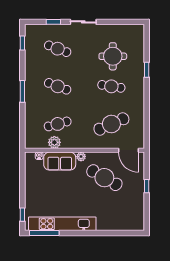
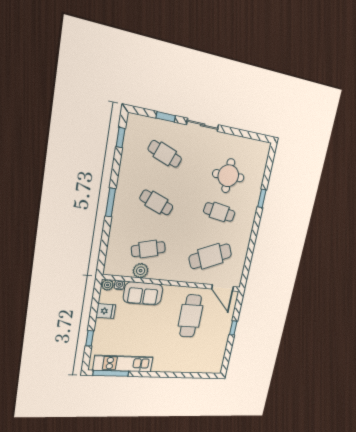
plant: (81, 157) -> (108, 285), moved
fridge: (32, 178) -> (106, 311), added
cafe table: (104, 178) -> (191, 316), turned 60
window: (22, 215) -> (90, 338), moved
kitchen unit: (62, 224) -> (123, 364), width x0.73

